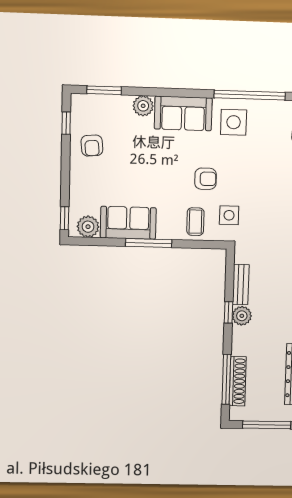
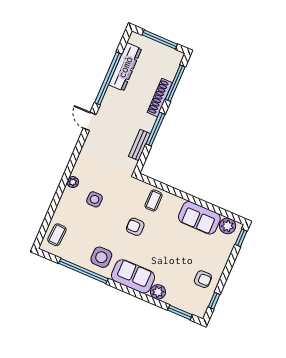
armchair: (92, 146) -> (203, 279), turned 95
side table: (229, 215) -> (95, 199), moved
window: (149, 243) -> (191, 199), removed
window: (228, 312) -> (155, 129), width x2.17
plant: (242, 316) -> (147, 123), removed
shoe rack: (238, 381) -> (160, 98), moved

